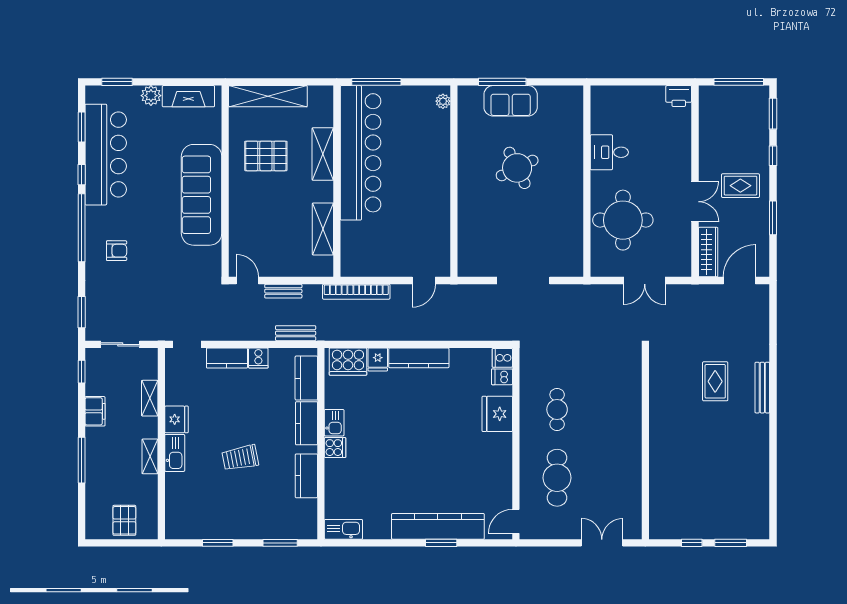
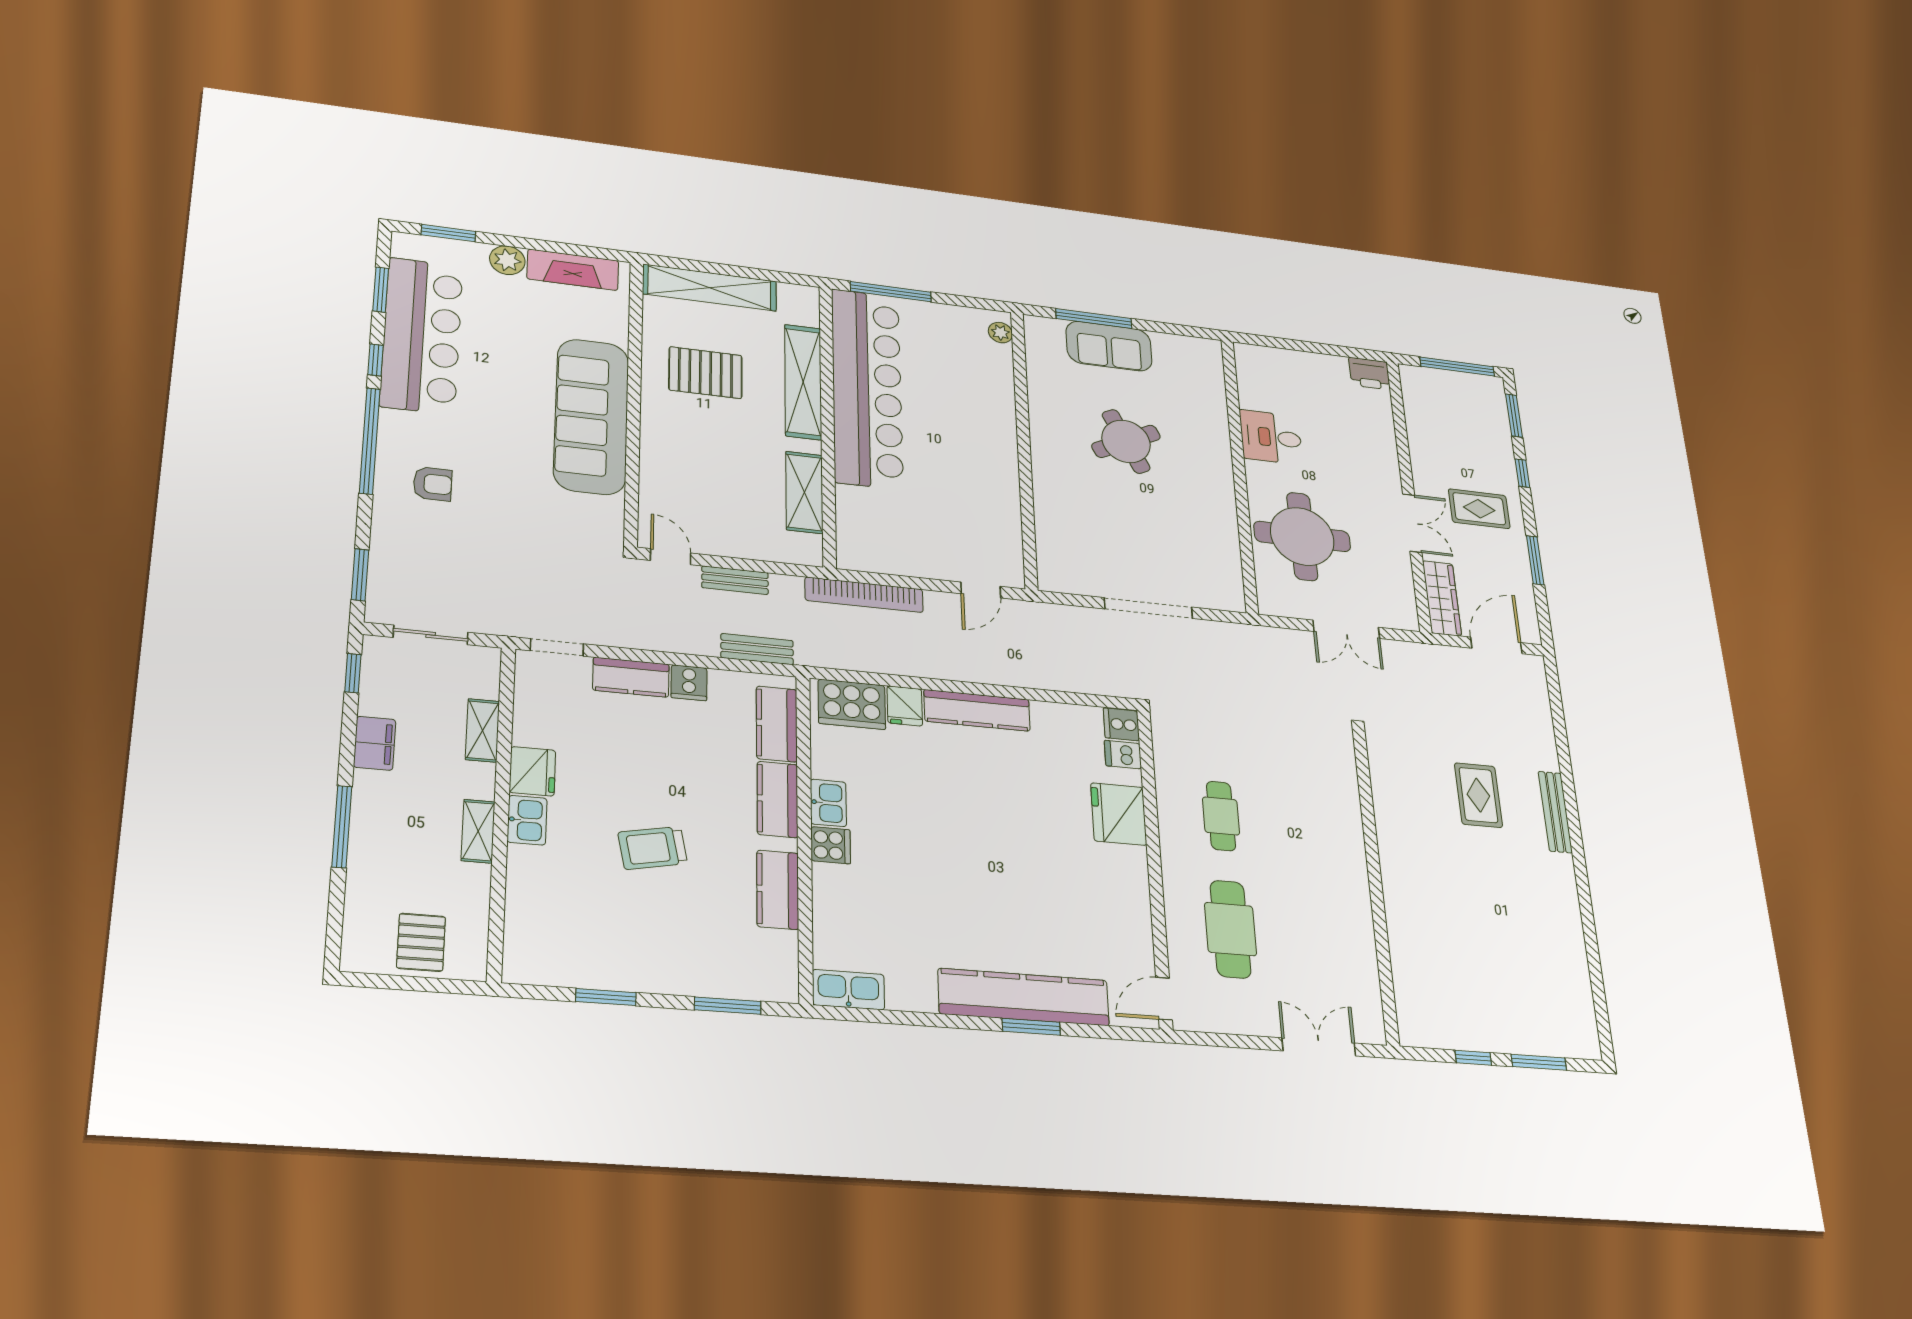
shelving: (323, 154) -> (803, 382), width x1.47
kitchen sink: (175, 453) -> (527, 820), width x0.73

